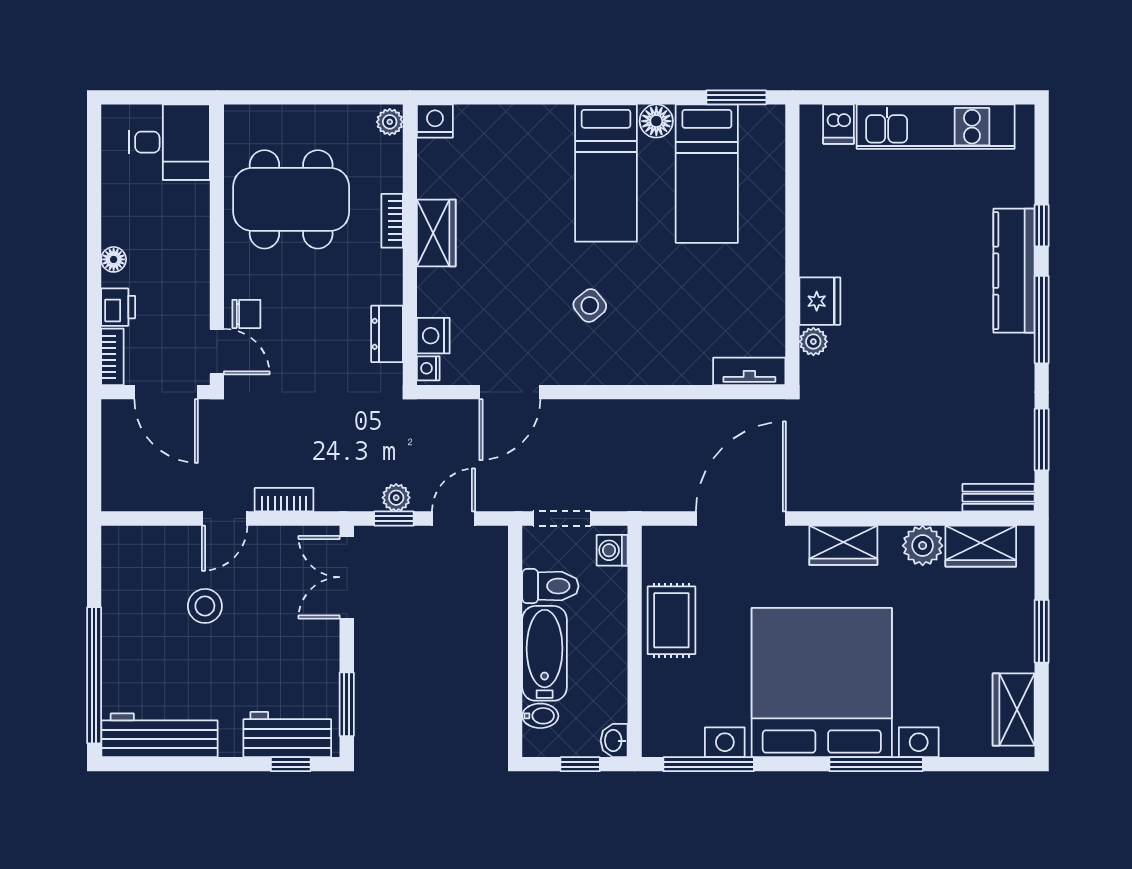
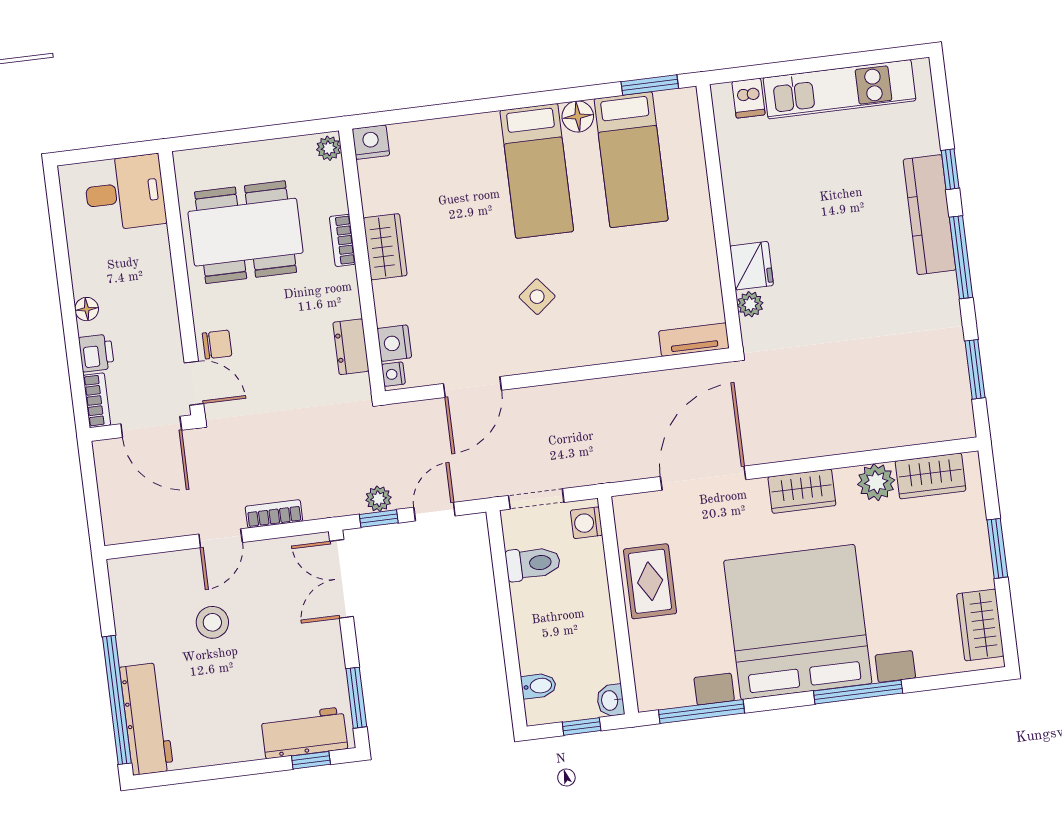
bench: (999, 498) -> (942, 429), removed
bathtub: (545, 653) -> (535, 627), removed
workbench: (159, 735) -> (147, 719), moved, turned 90

